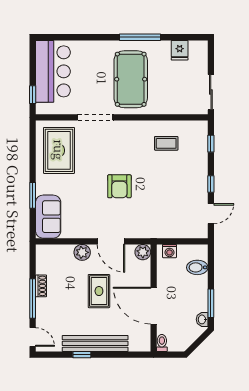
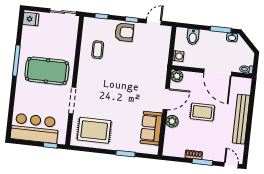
fridge: (180, 50) -> (31, 19), moved
armchair: (119, 186) -> (124, 32), moved
door: (211, 214) -> (154, 22), hinge flipped
sofa: (48, 217) -> (151, 128), moved, turned -90
window: (33, 298) -> (202, 162), width x0.69
door: (154, 306) -> (218, 72), hinge flipped
door: (33, 337) -> (231, 165), hinge flipped
window: (82, 355) -> (248, 130), removed

